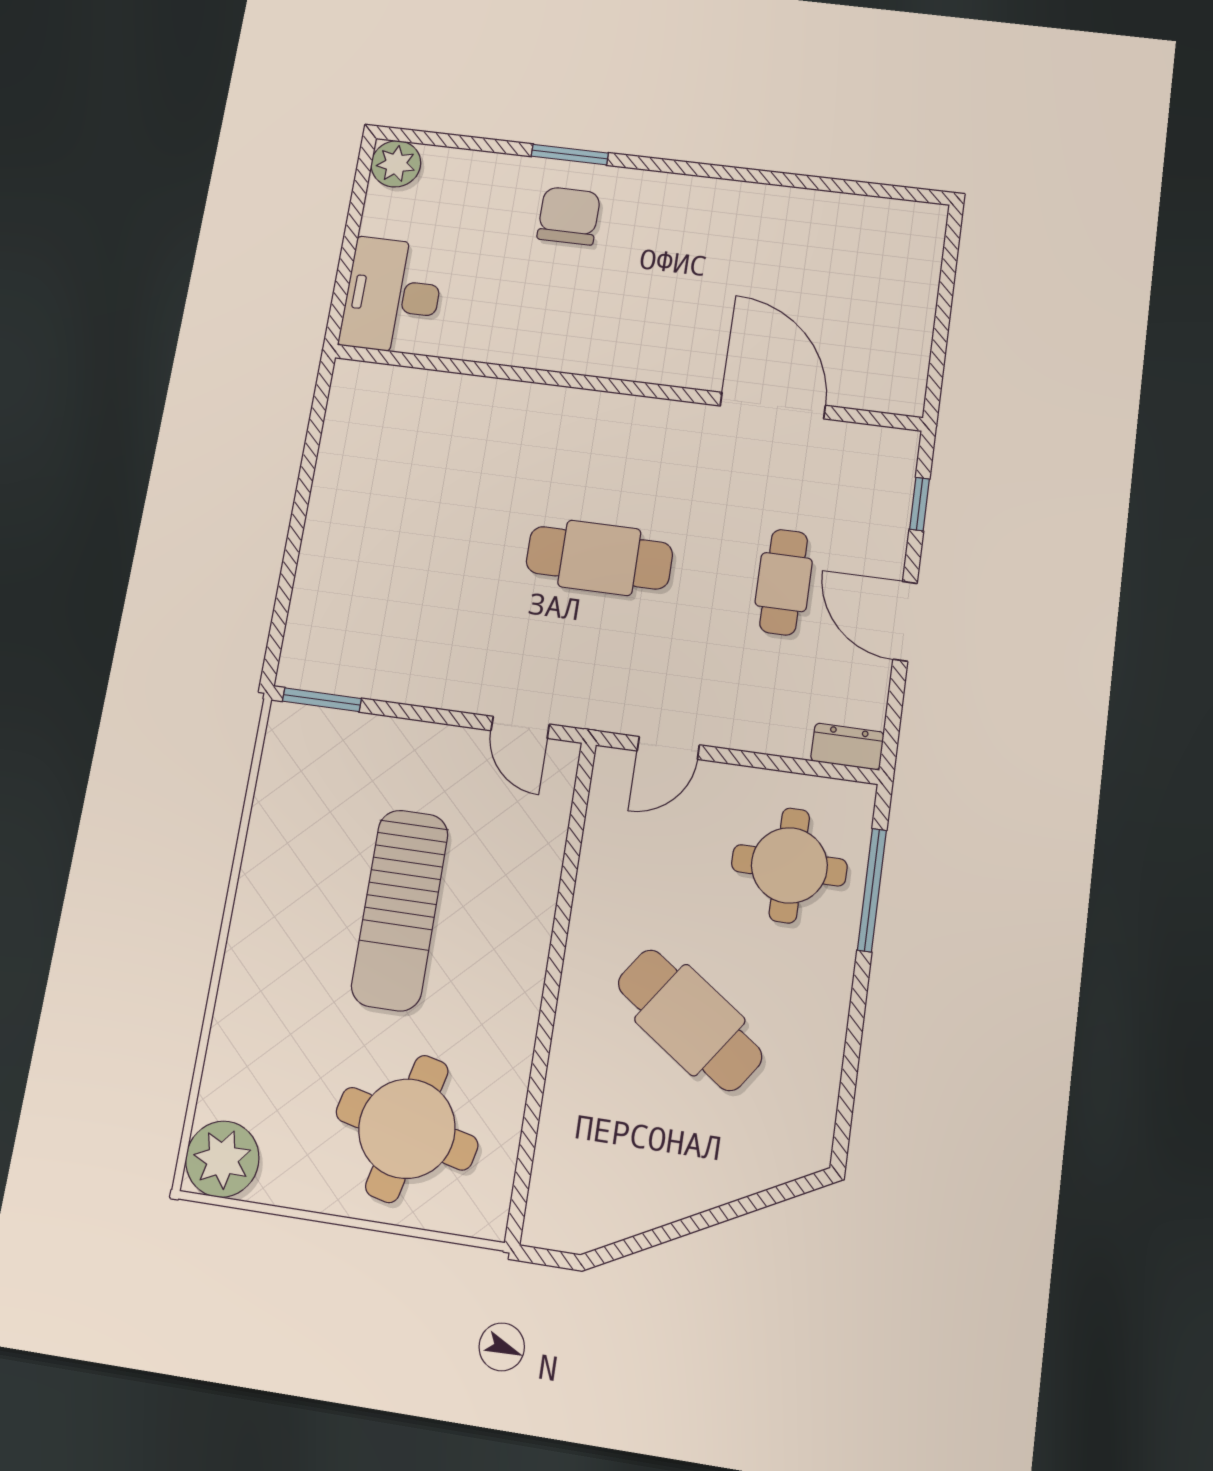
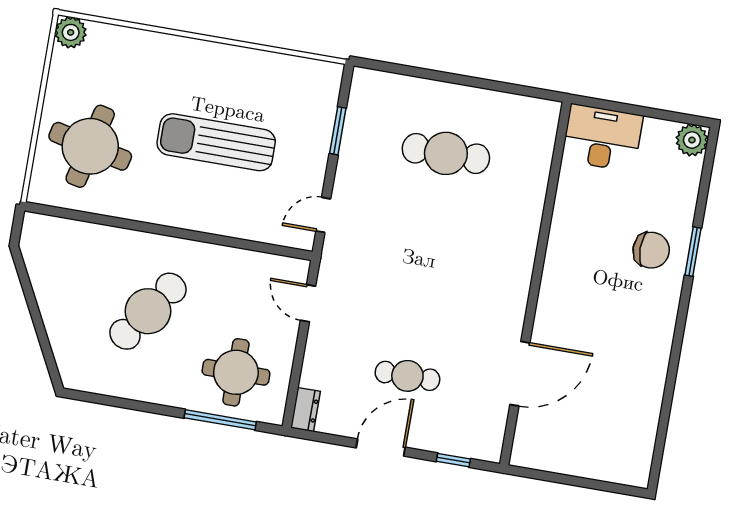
cafe table: (599, 558) -> (446, 153), moved, turned 90
window: (322, 700) -> (338, 131), moved
plant: (222, 1159) -> (71, 32), width x0.73, depth x0.73

